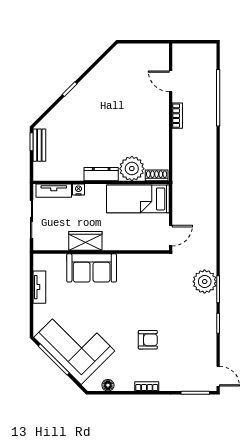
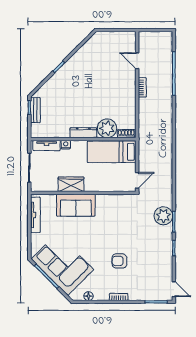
tv unit: (39, 287) -> (35, 215), width x1.41
armchair: (148, 340) -> (119, 261), turned 180

